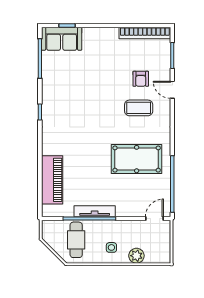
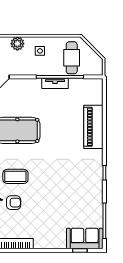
armchair: (141, 79) -> (14, 203), turned 90
piano: (52, 180) -> (93, 127), moved
tv unit: (95, 211) -> (55, 84), width x0.71

